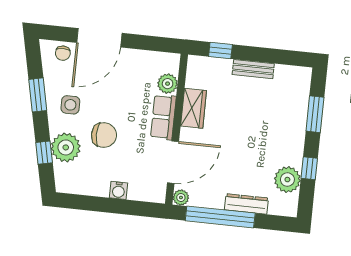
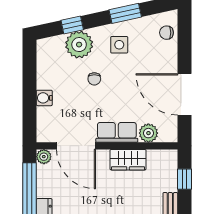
door: (99, 38) -> (184, 94), moved
chair: (104, 135) -> (94, 79), width x0.54, depth x0.54

